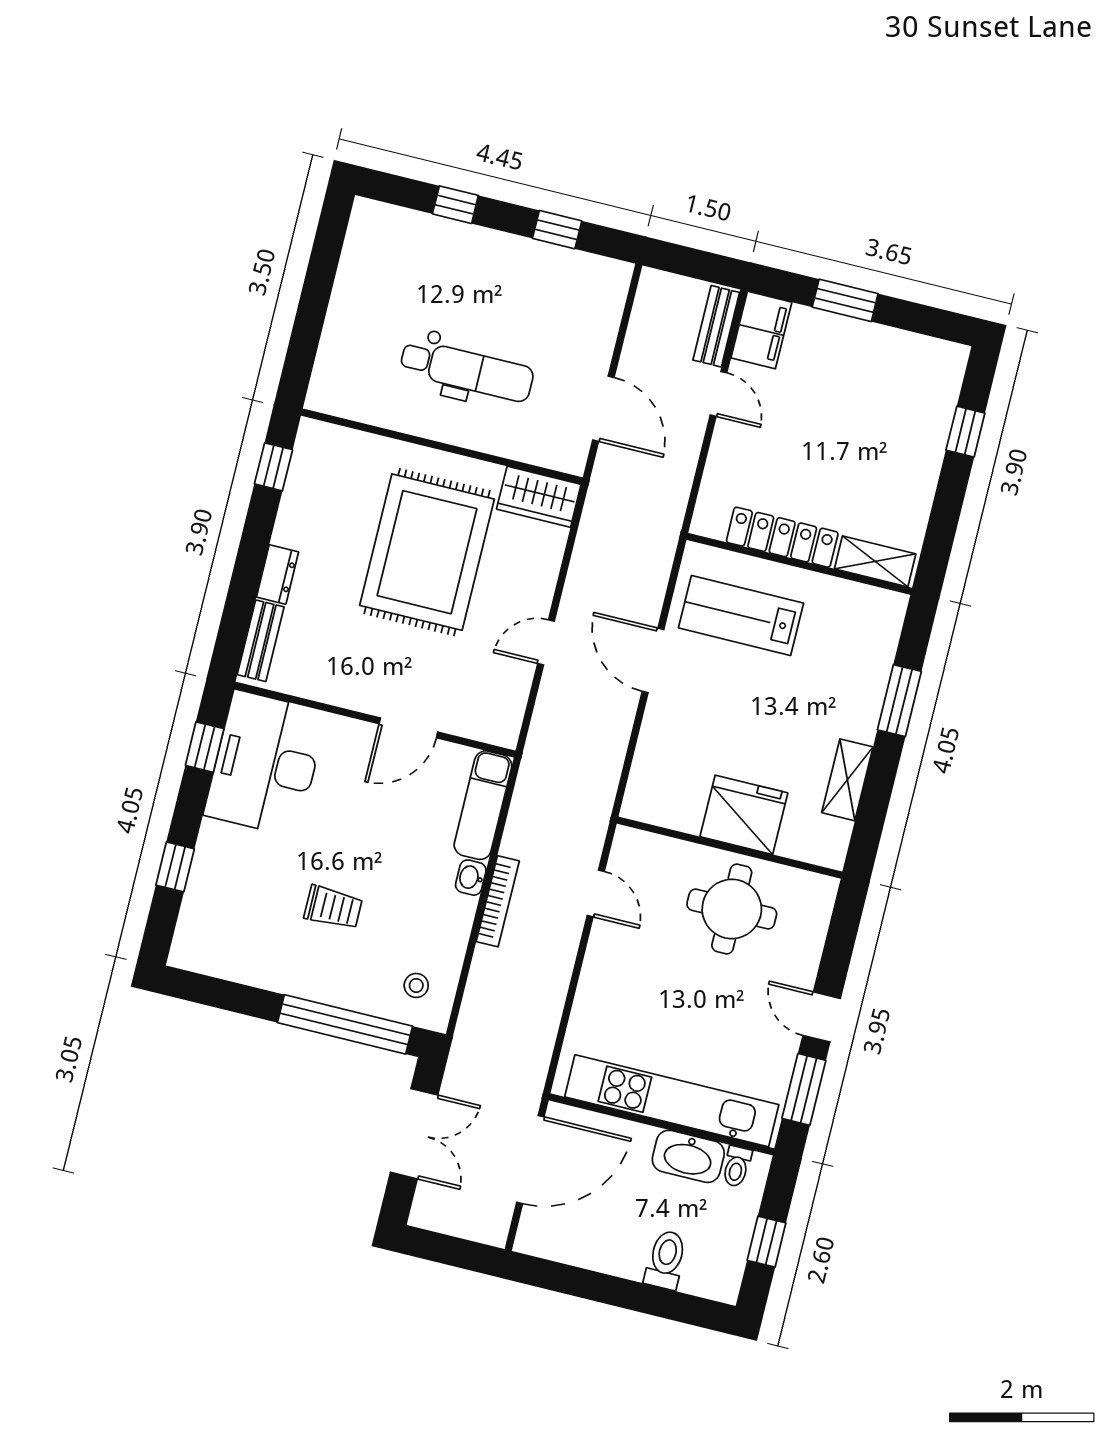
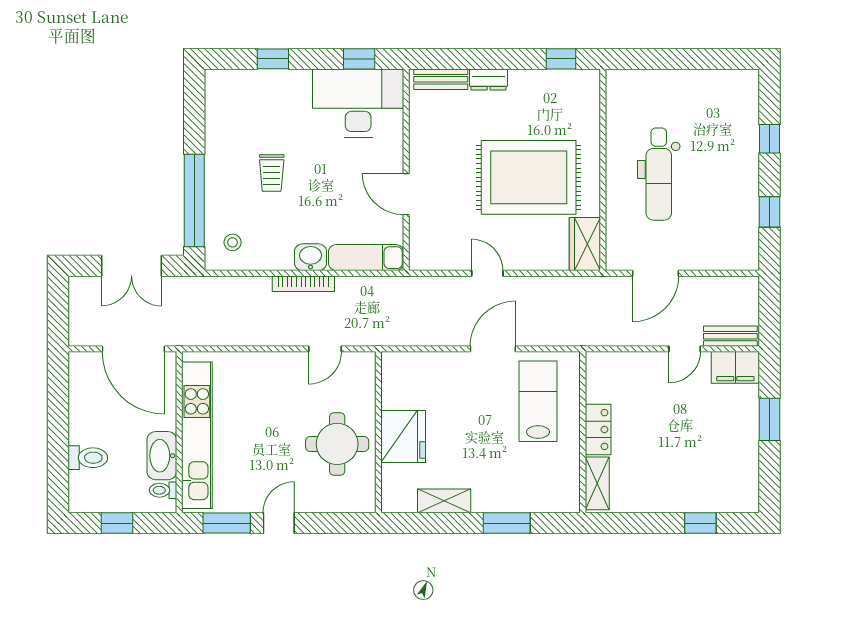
locker: (782, 537) -> (598, 429), width x0.66
washbasin: (471, 878) -> (311, 257), width x1.38, depth x1.45

